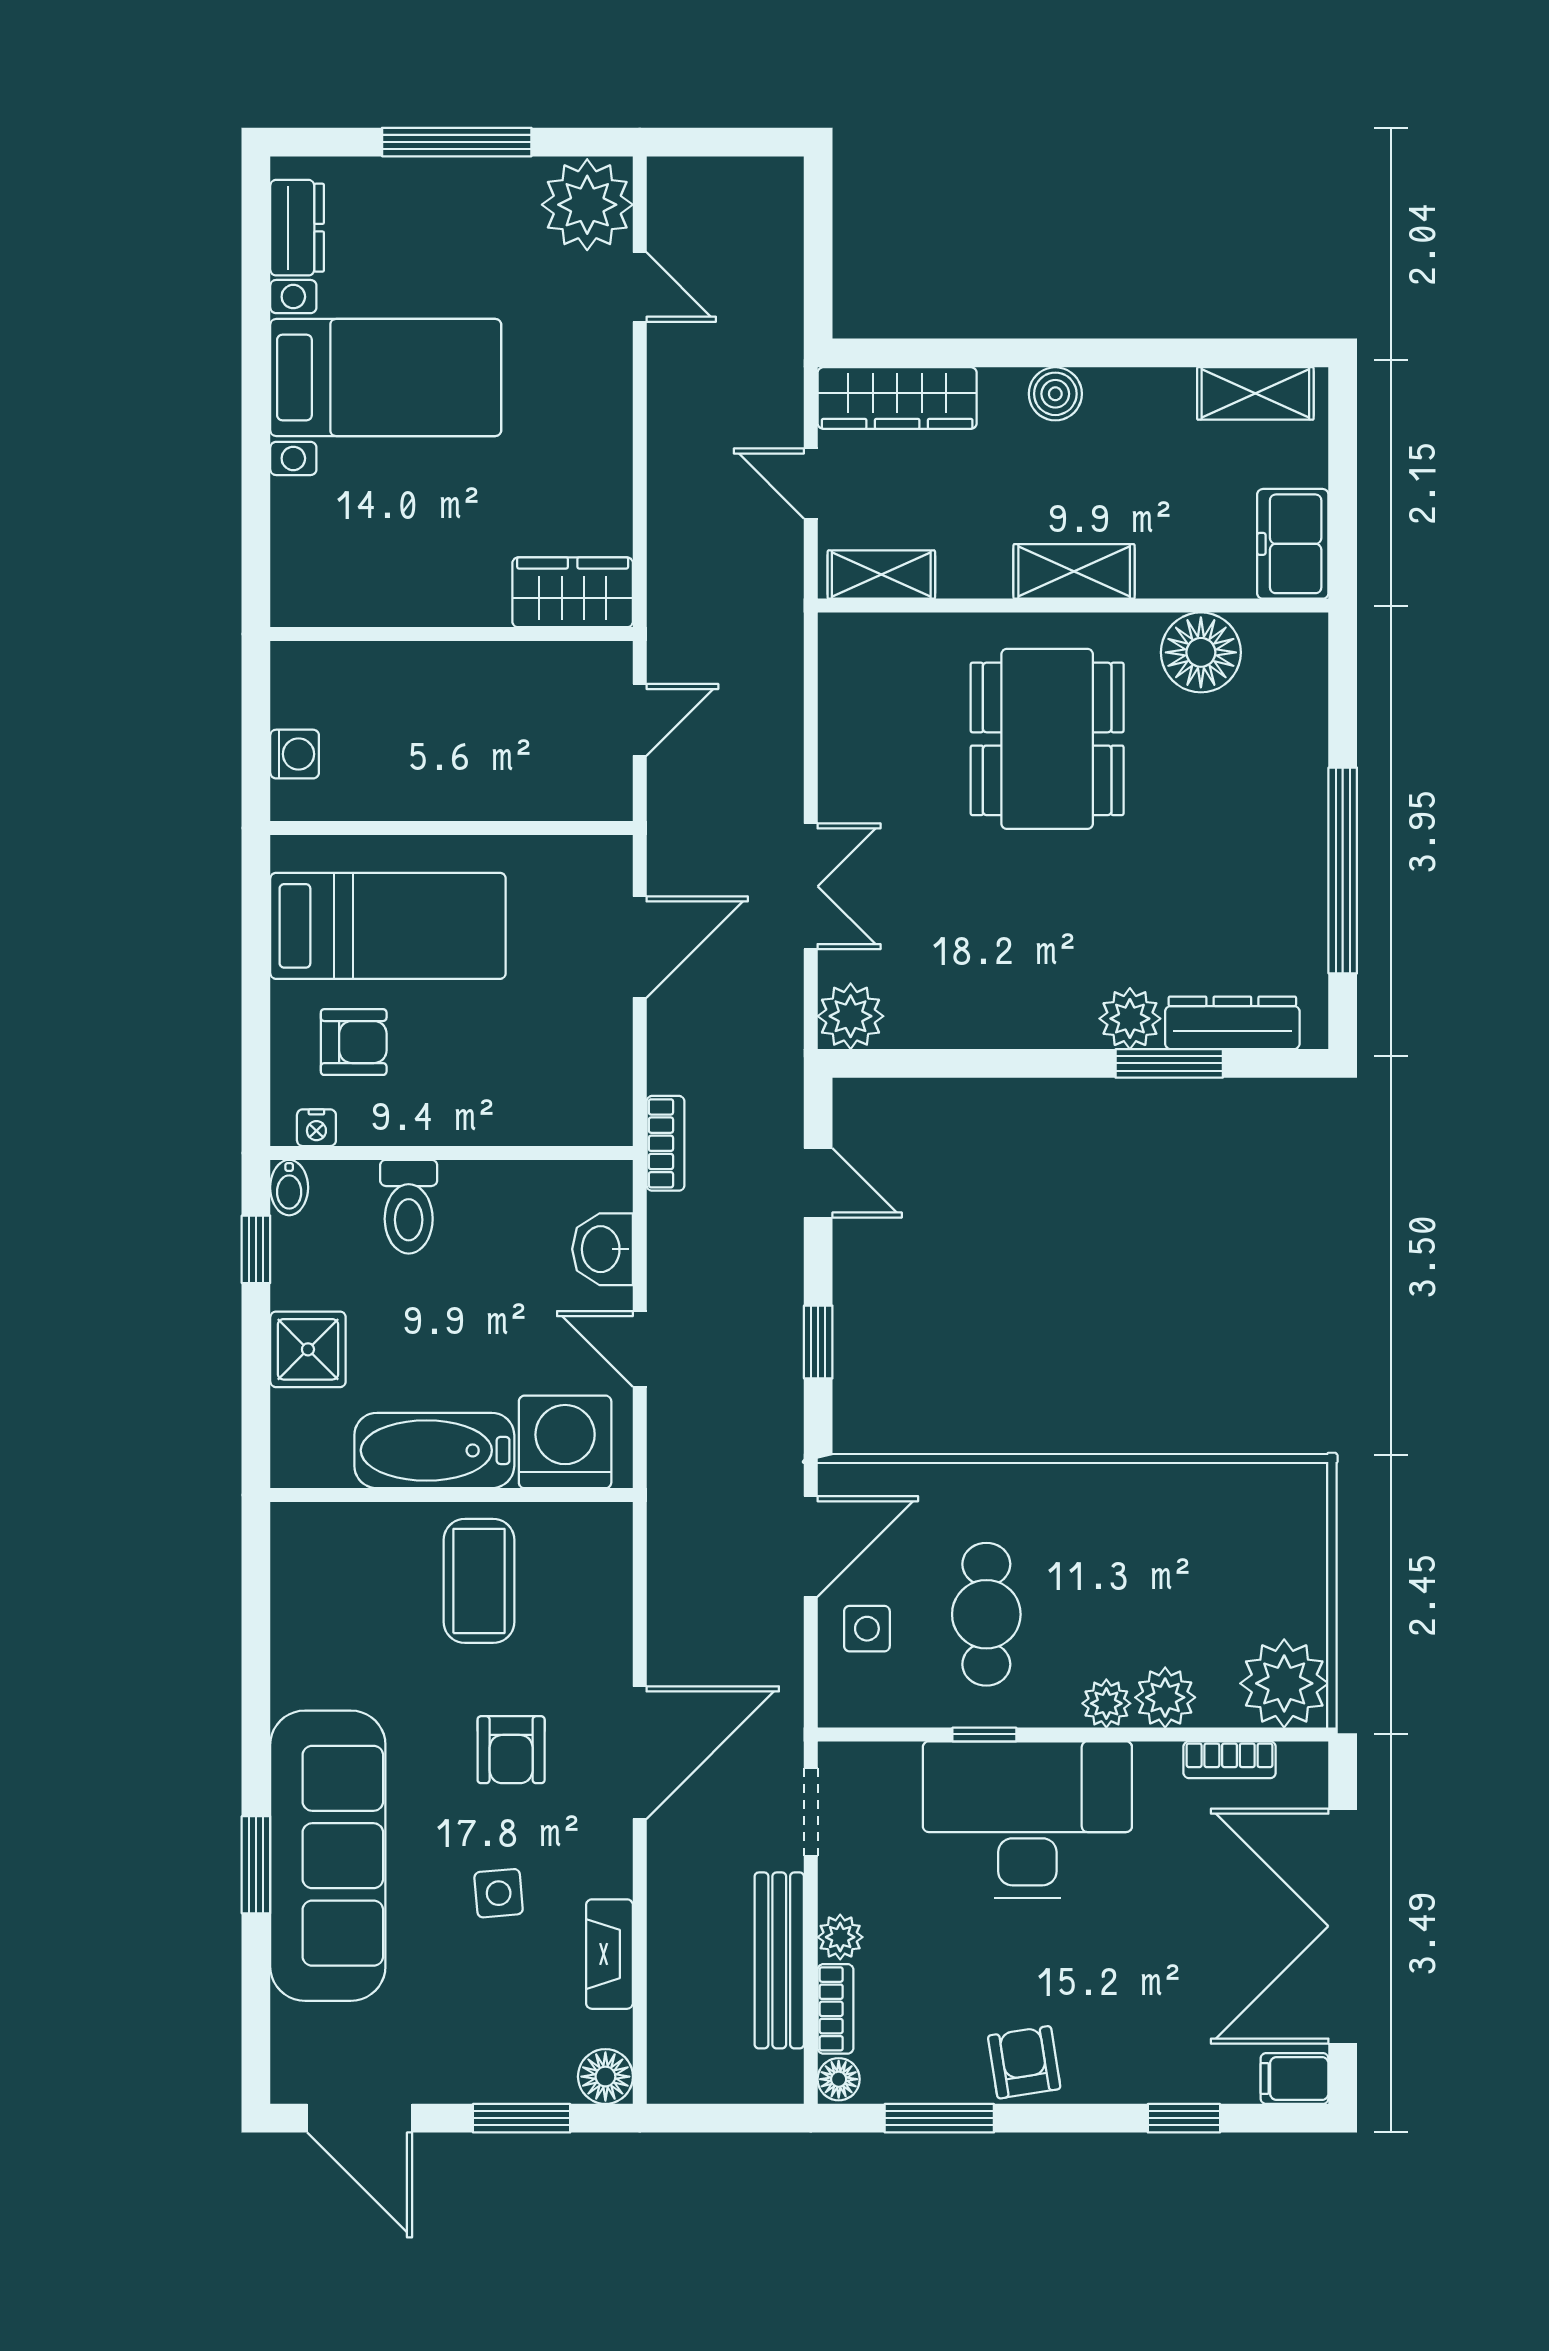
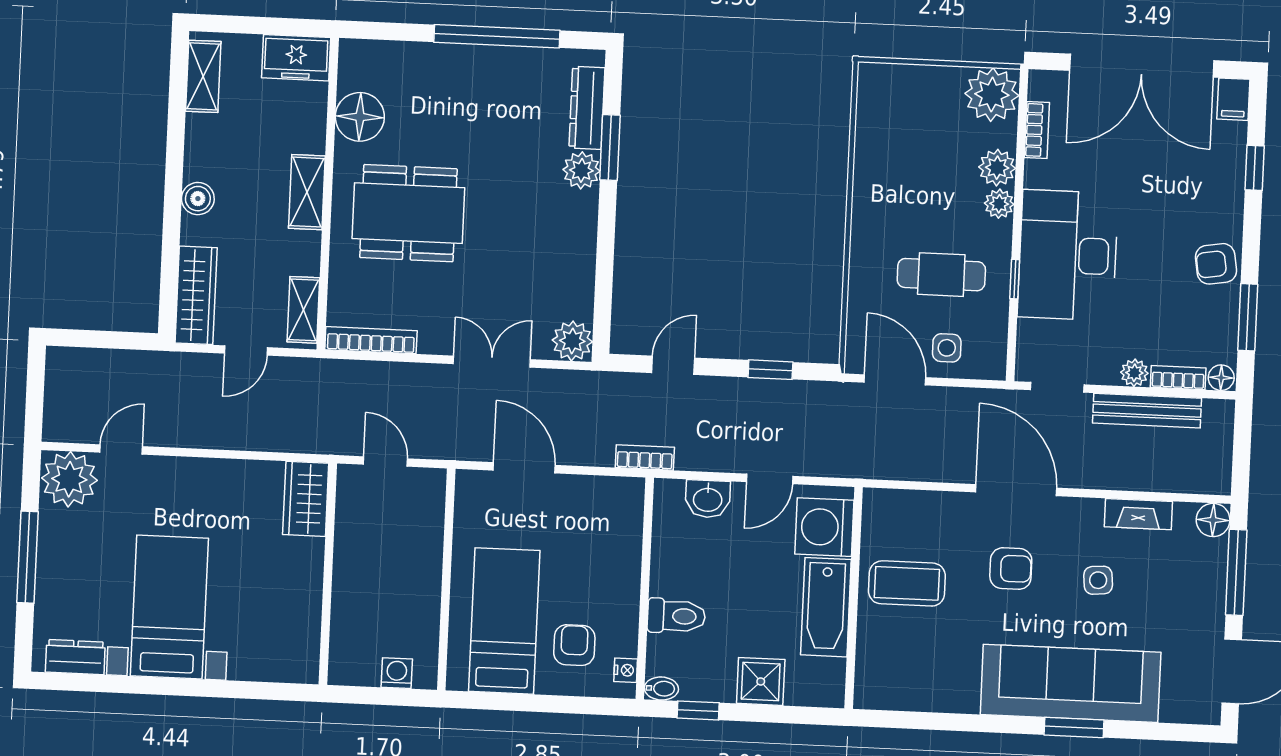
bookcase: (837, 687) -> (371, 340), added
window: (522, 2118) -> (1236, 572), width x1.44

